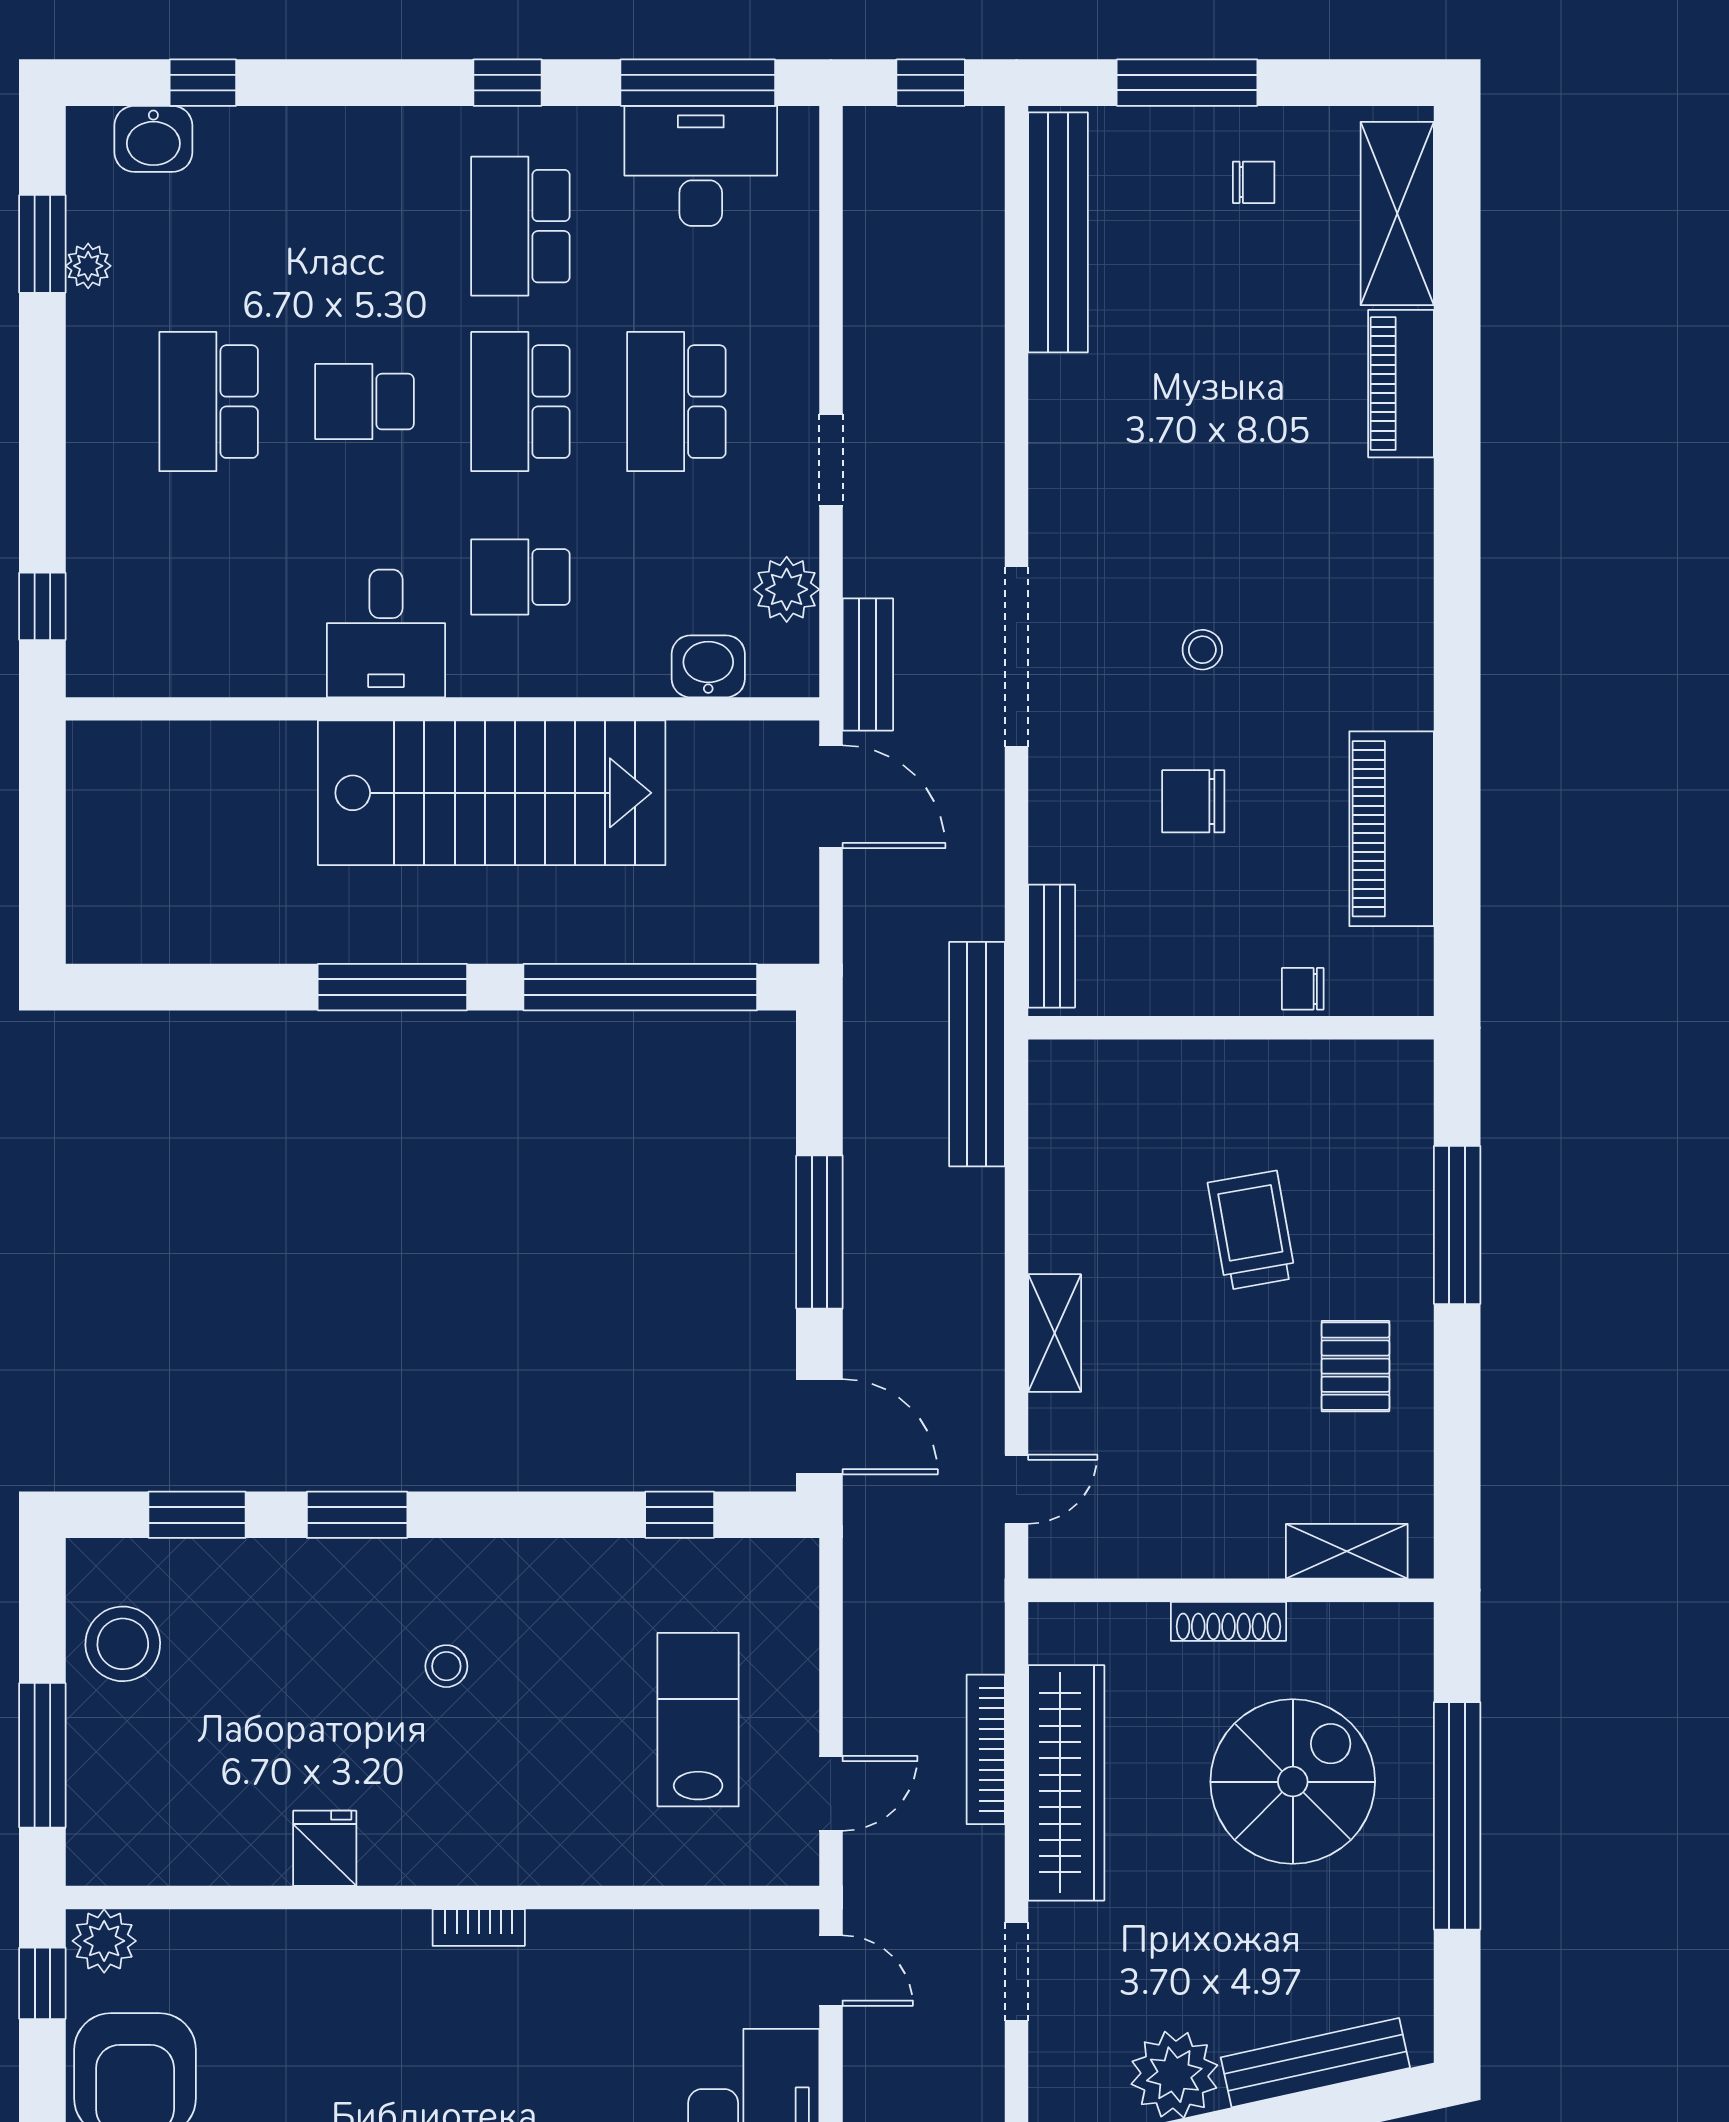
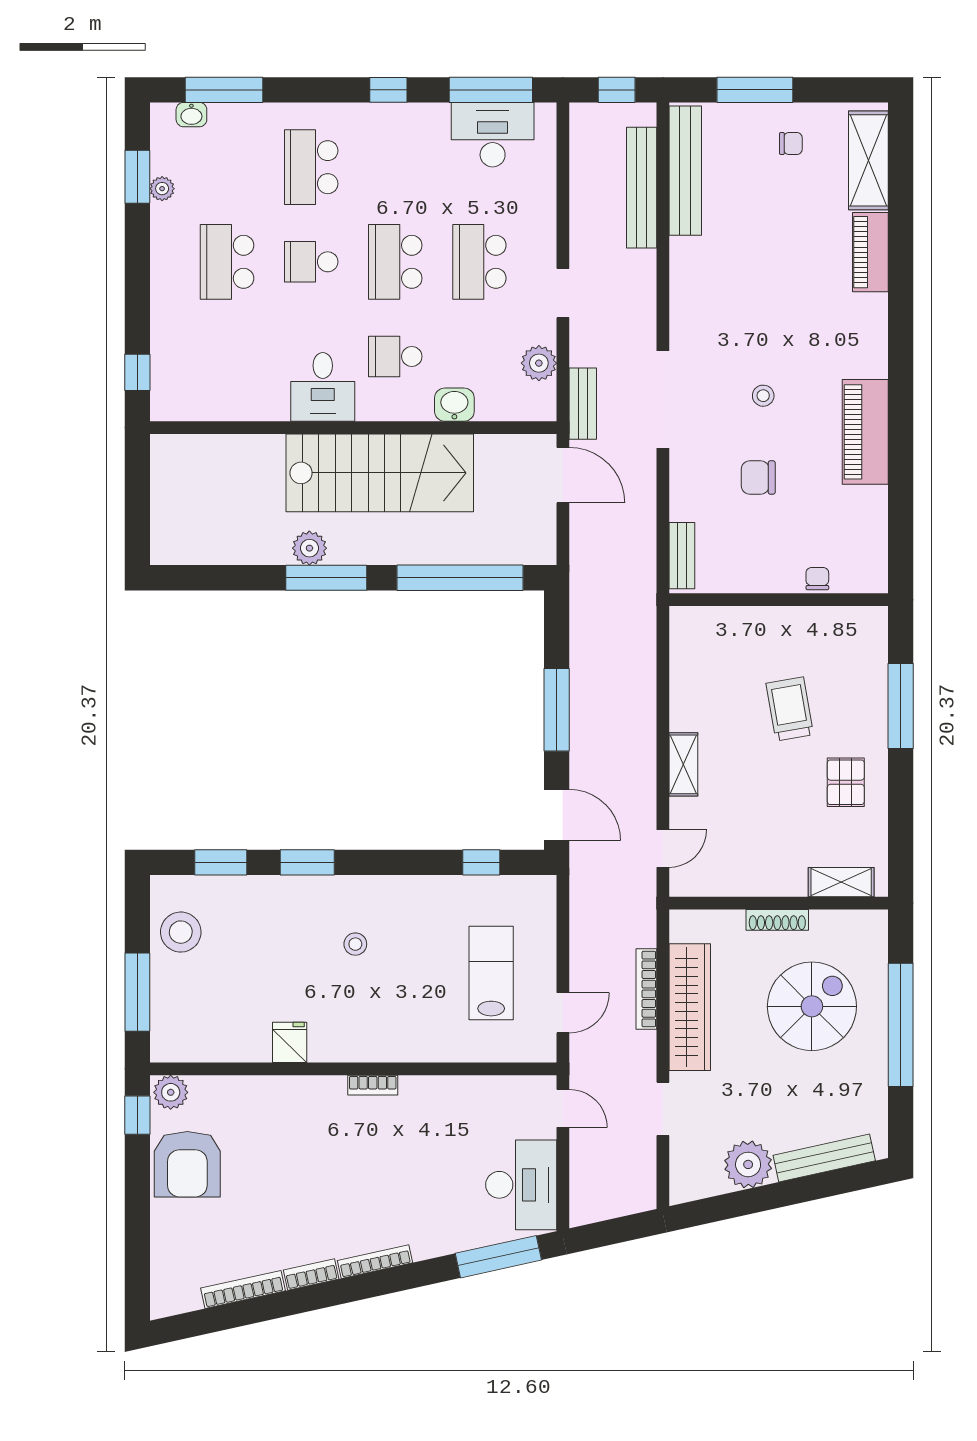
window: (203, 83) -> (224, 90), width x2.17
washbasin: (153, 139) -> (191, 115), width x0.72, depth x0.69
school desk: (520, 226) -> (311, 167), moved
washbasin: (708, 666) -> (454, 405), moved
piano: (1392, 829) -> (865, 432), moved
plant: (361, 932) -> (309, 548), added
chair: (1303, 989) -> (817, 579), turned 90
bench: (977, 1054) -> (642, 188), moved

